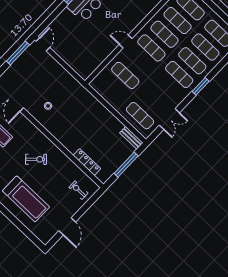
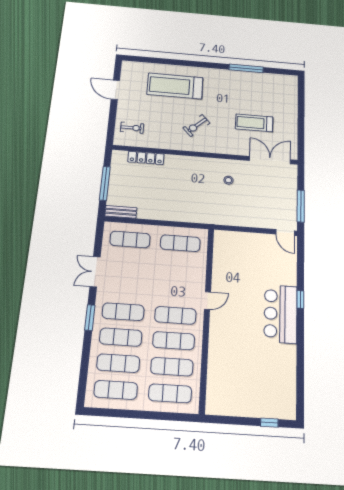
exercise mat: (125, 75) -> (180, 243), moved
double door: (169, 119) -> (95, 272), moved

